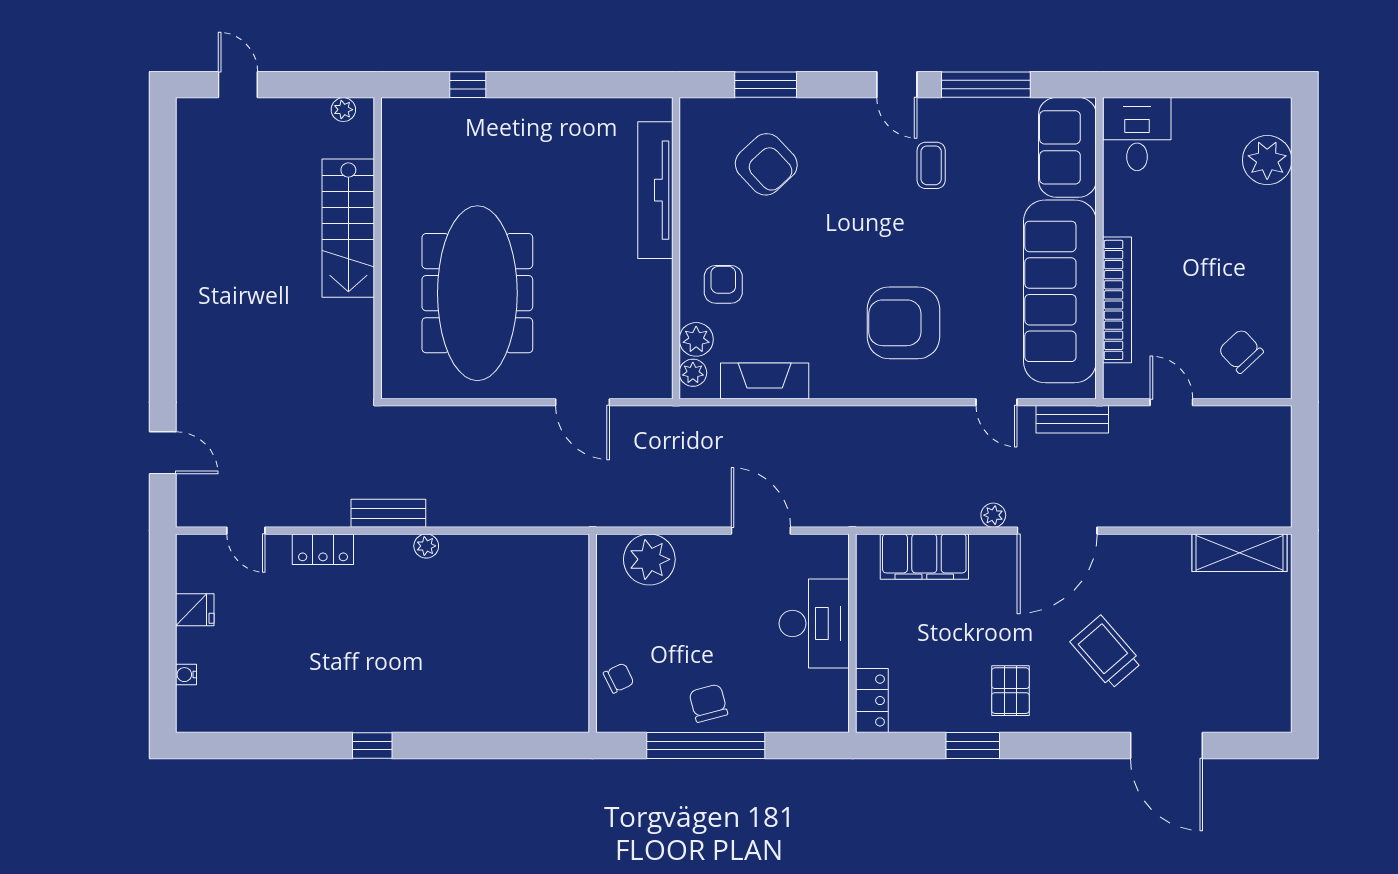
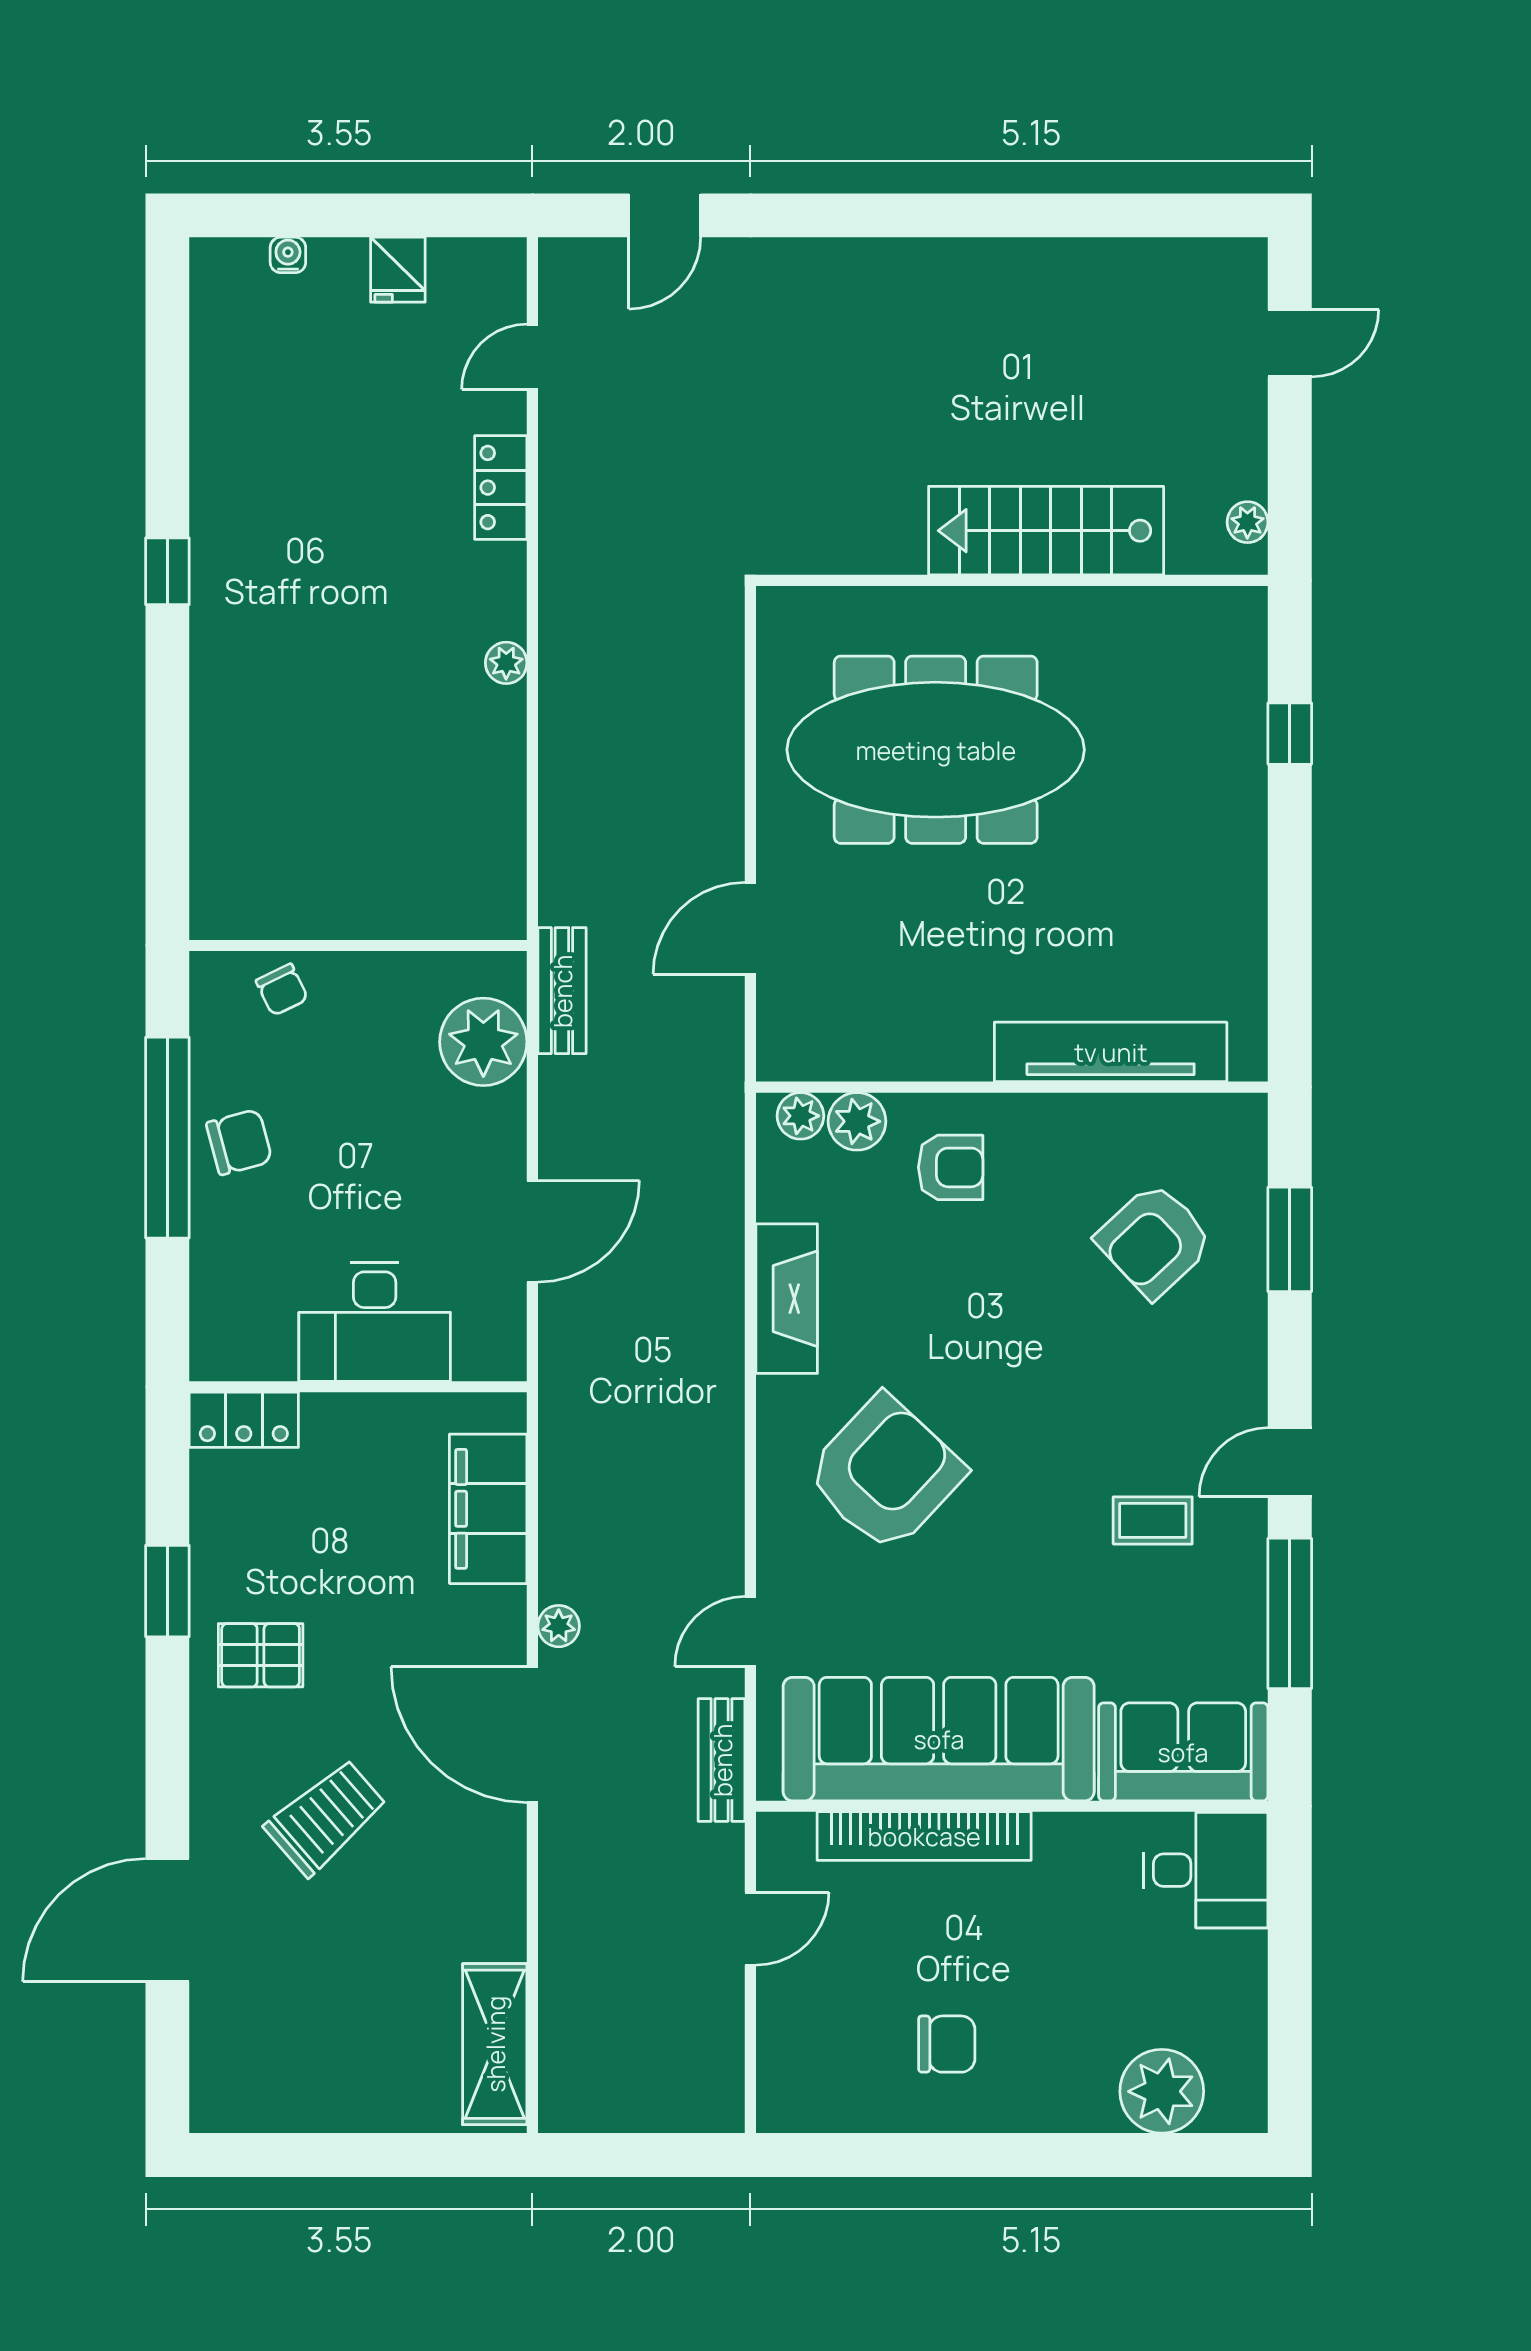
armchair: (903, 323) -> (885, 1474), turned 43
chair: (1241, 351) -> (947, 2044), moved, turned 43
fireplace: (765, 381) -> (787, 1299), moved
bench: (388, 513) -> (562, 991), moved

